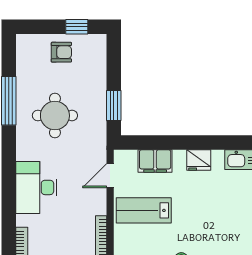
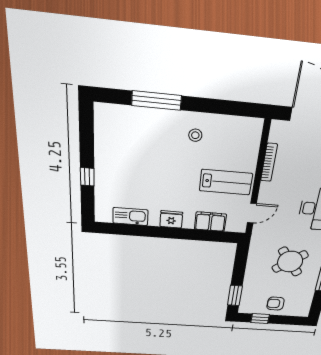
window: (114, 106) -> (235, 295), moved
round table: (55, 116) -> (290, 262), turned -37

